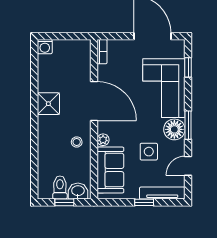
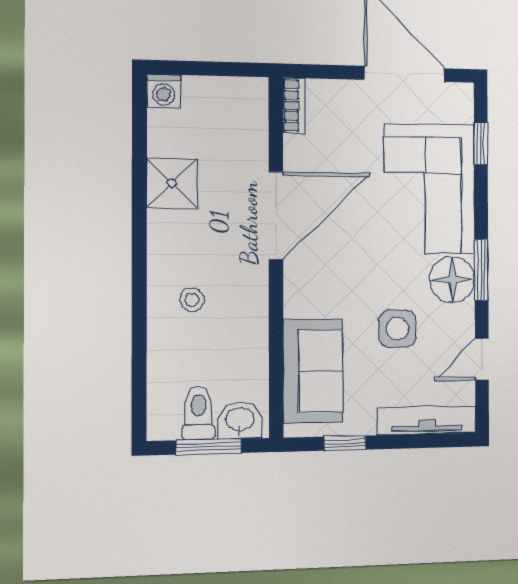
door: (94, 101) -> (276, 216), hinge flipped
shower: (48, 104) -> (172, 183), moved
plant: (103, 140) -> (296, 303), removed
stool: (77, 142) -> (192, 300), moved
window: (64, 202) -> (209, 447), width x1.50
window: (144, 202) -> (345, 443), moved

